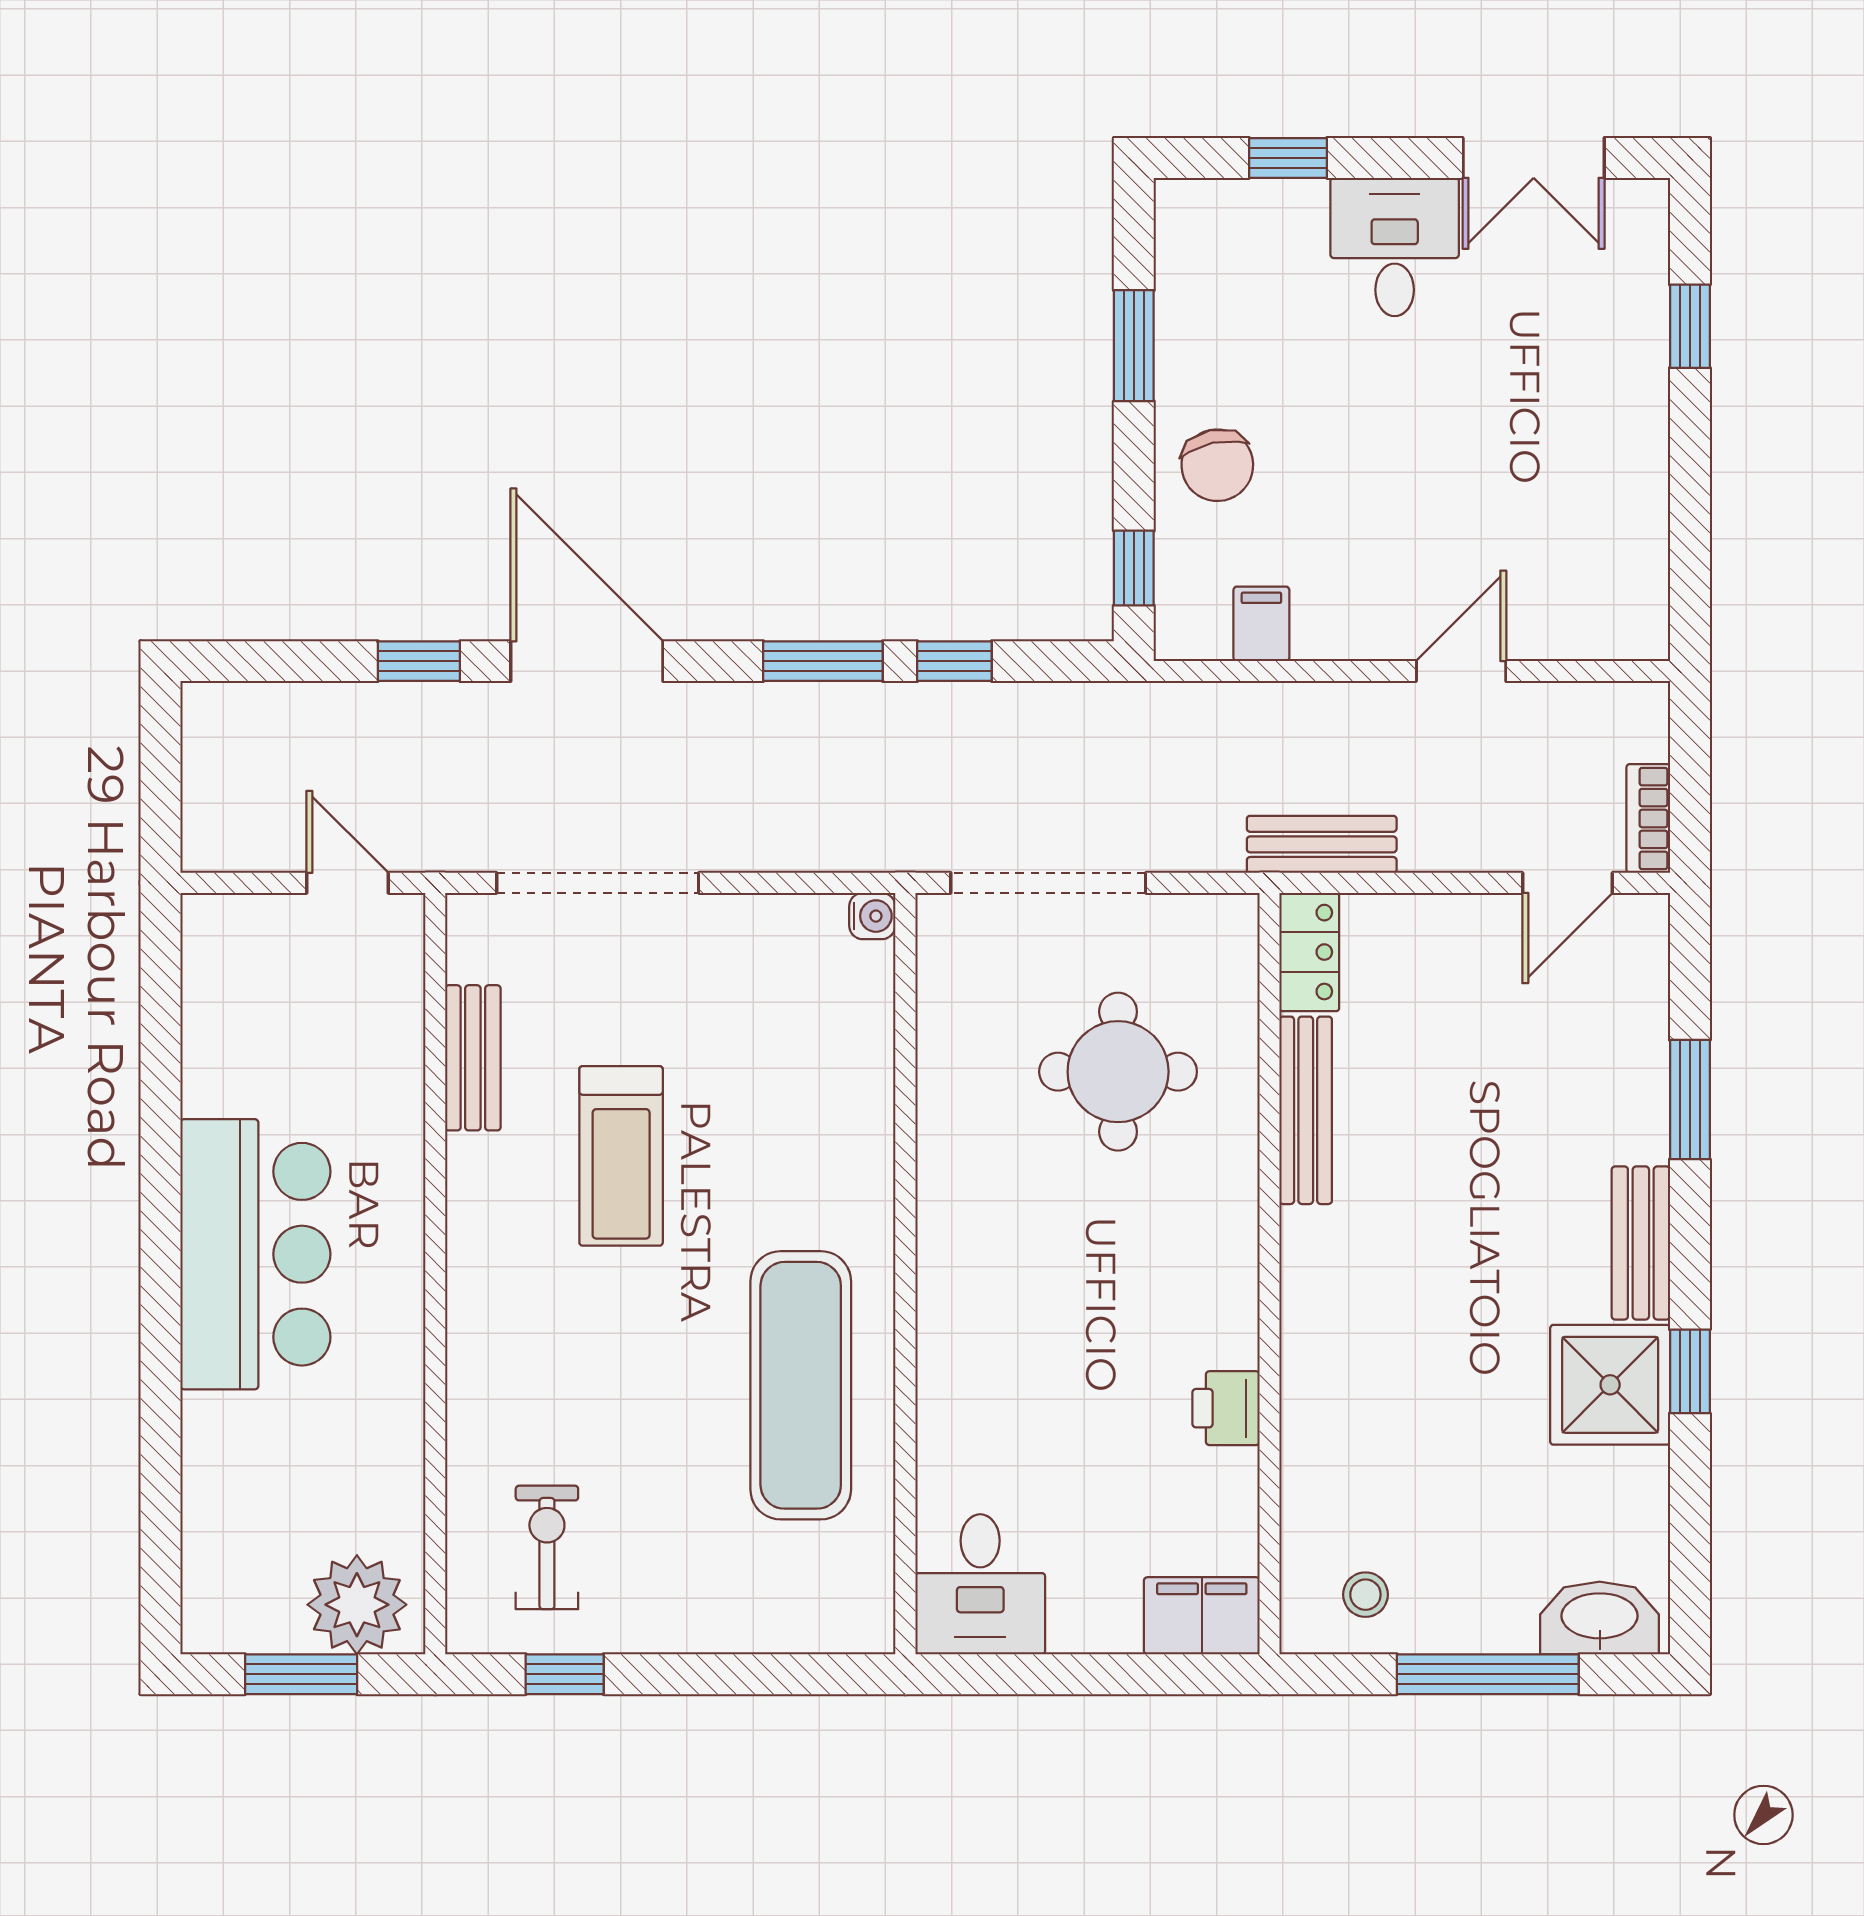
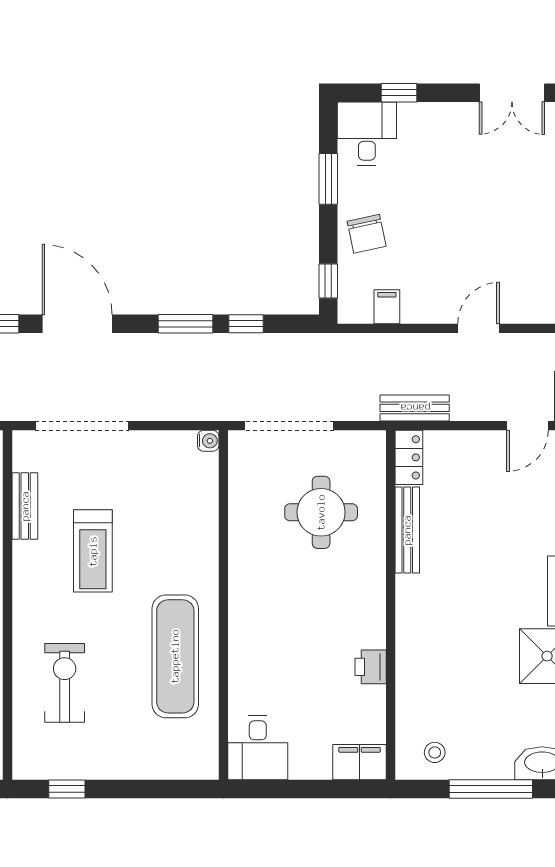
desk: (1395, 247) -> (367, 134), moved
exercise bike: (547, 1547) -> (65, 683), moved, width x1.38, depth x1.39

